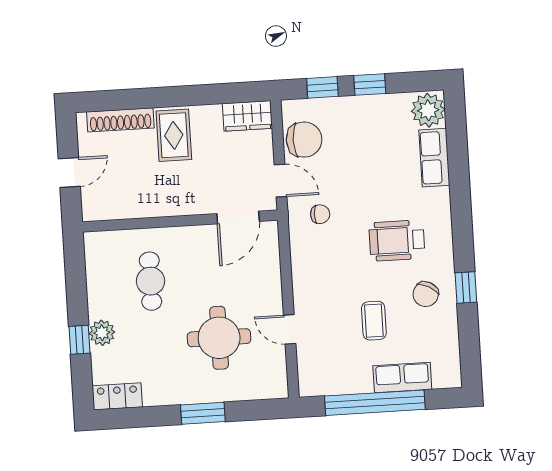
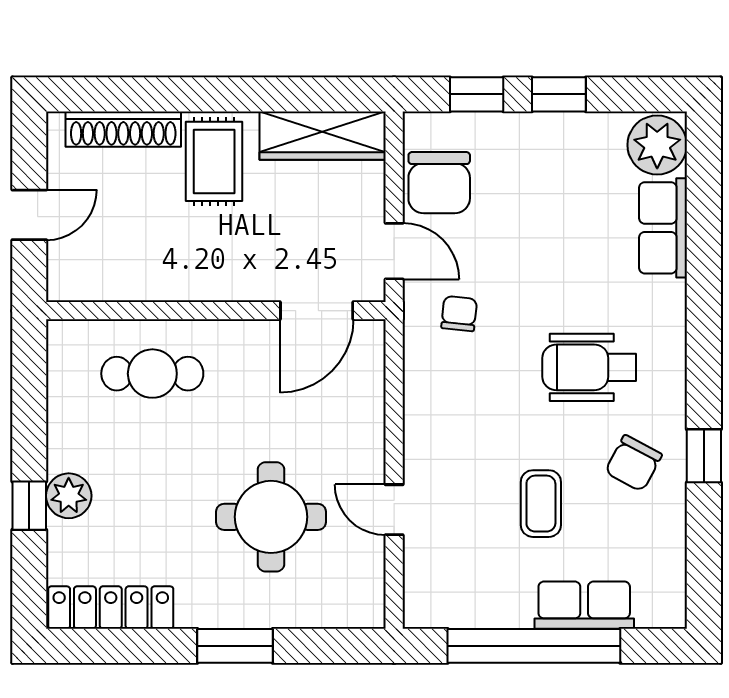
wardrobe: (247, 116) -> (323, 136), width x1.50
chair: (304, 140) -> (439, 183), turned 90
chair: (320, 214) -> (459, 314), turned -84
cafe table: (150, 281) -> (152, 374), moved, turned 90
locker: (117, 396) -> (111, 607), width x1.53

